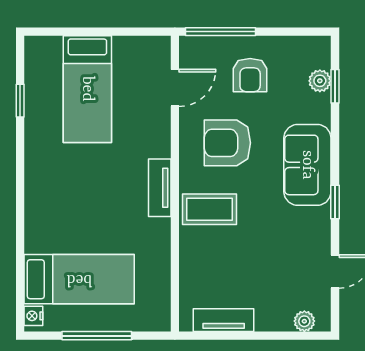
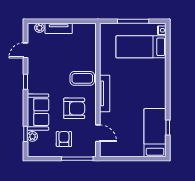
door: (175, 88) -> (98, 133), swing flipped
bed: (87, 89) -> (155, 133), moved
sofa: (307, 165) -> (38, 112), moved
tv unit: (160, 188) -> (105, 93), width x1.41
tv unit: (224, 320) -> (59, 28), moved

